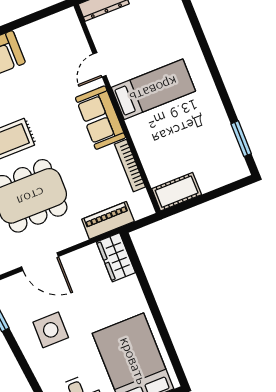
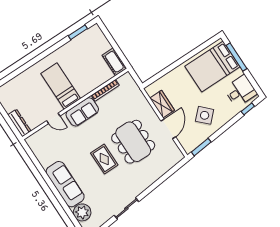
piano: (108, 220) -> (138, 96), removed
wardrobe: (116, 257) -> (162, 104), moved, turned -90
side table: (51, 330) -> (205, 115), turned 45

